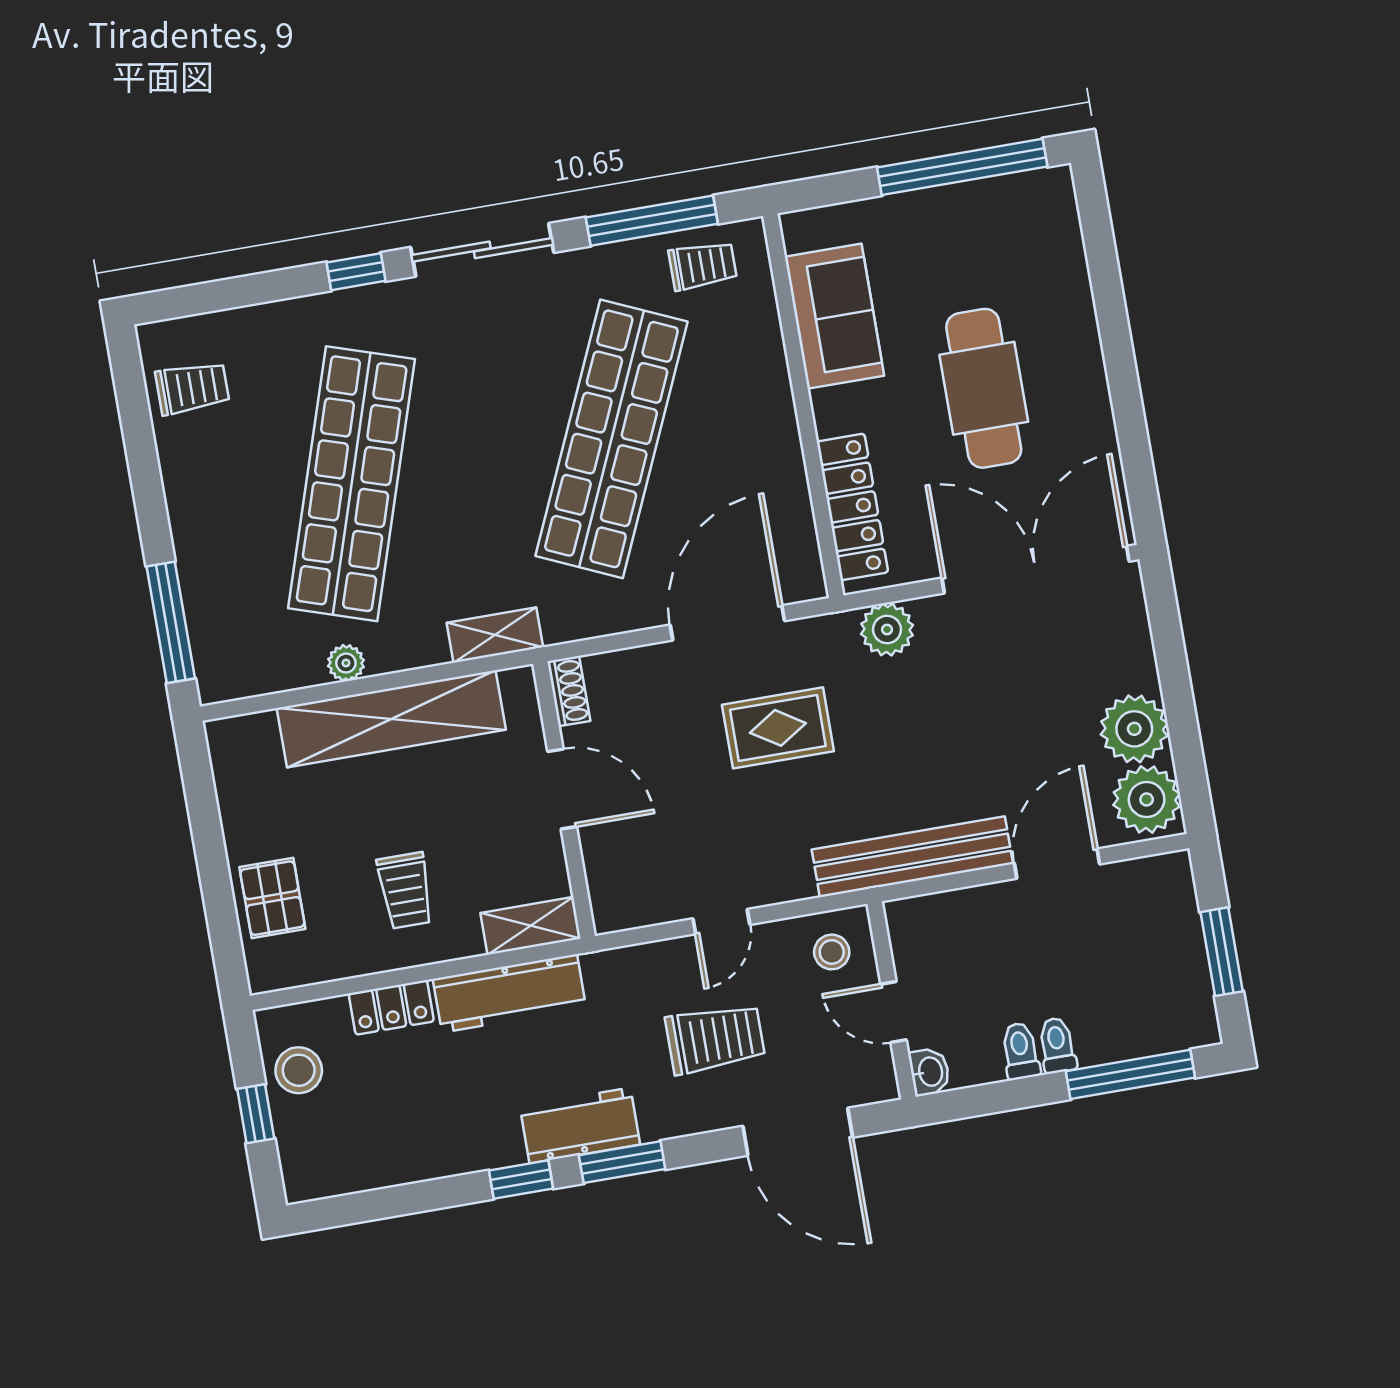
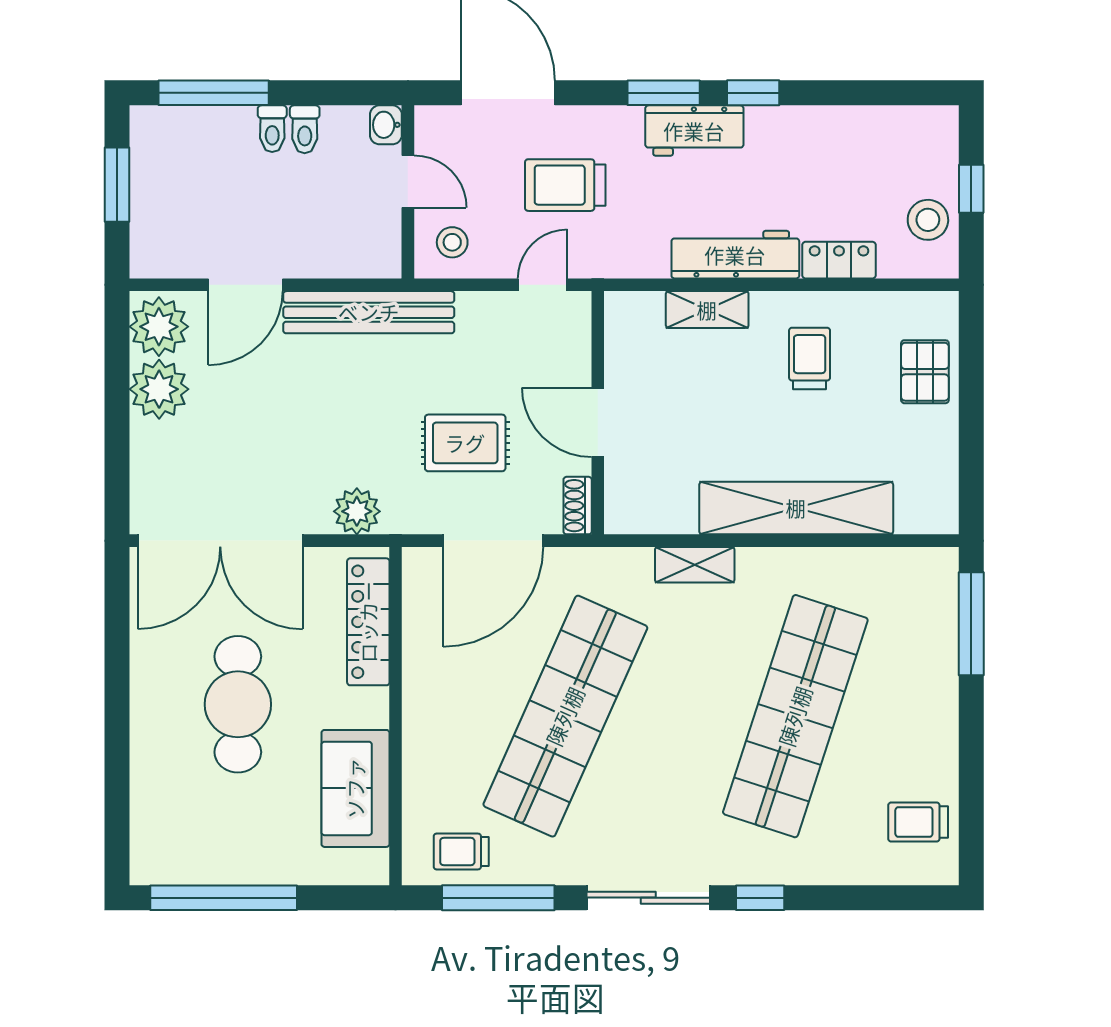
plant: (346, 663) -> (827, 563), removed
shoe rack: (569, 691) -> (578, 506), moved
door: (562, 789) -> (598, 422), moved
wall: (564, 800) -> (598, 413), moved

